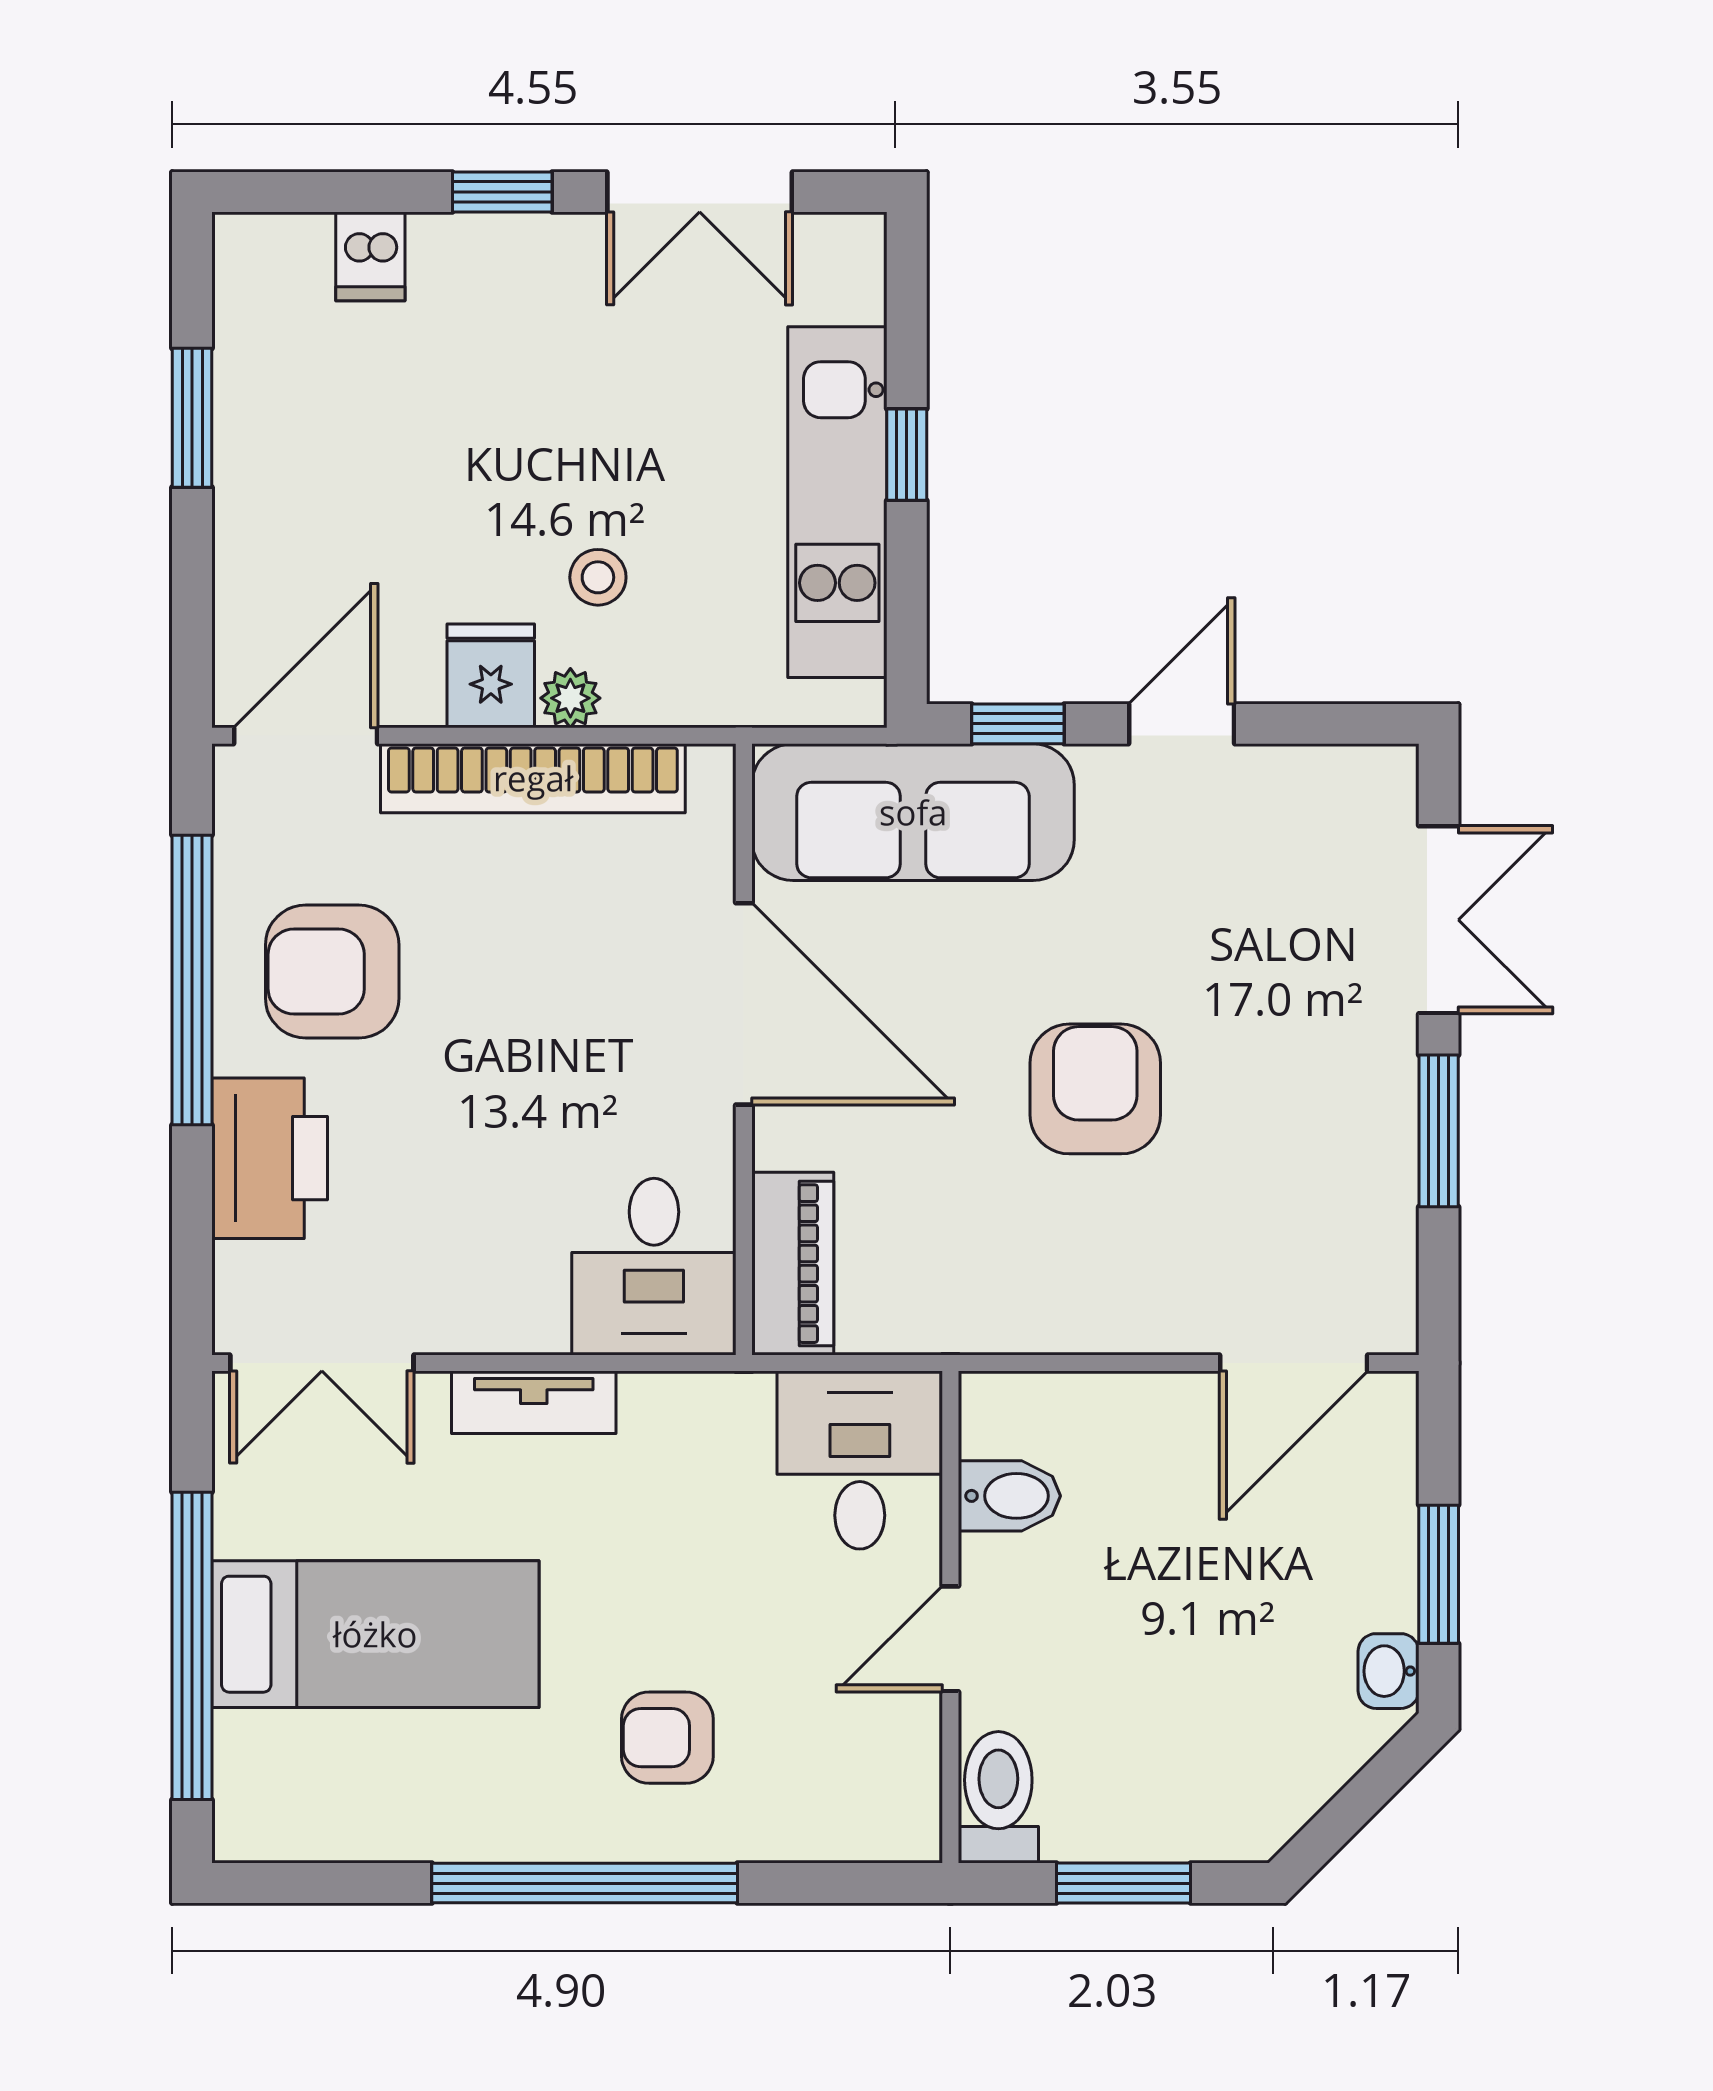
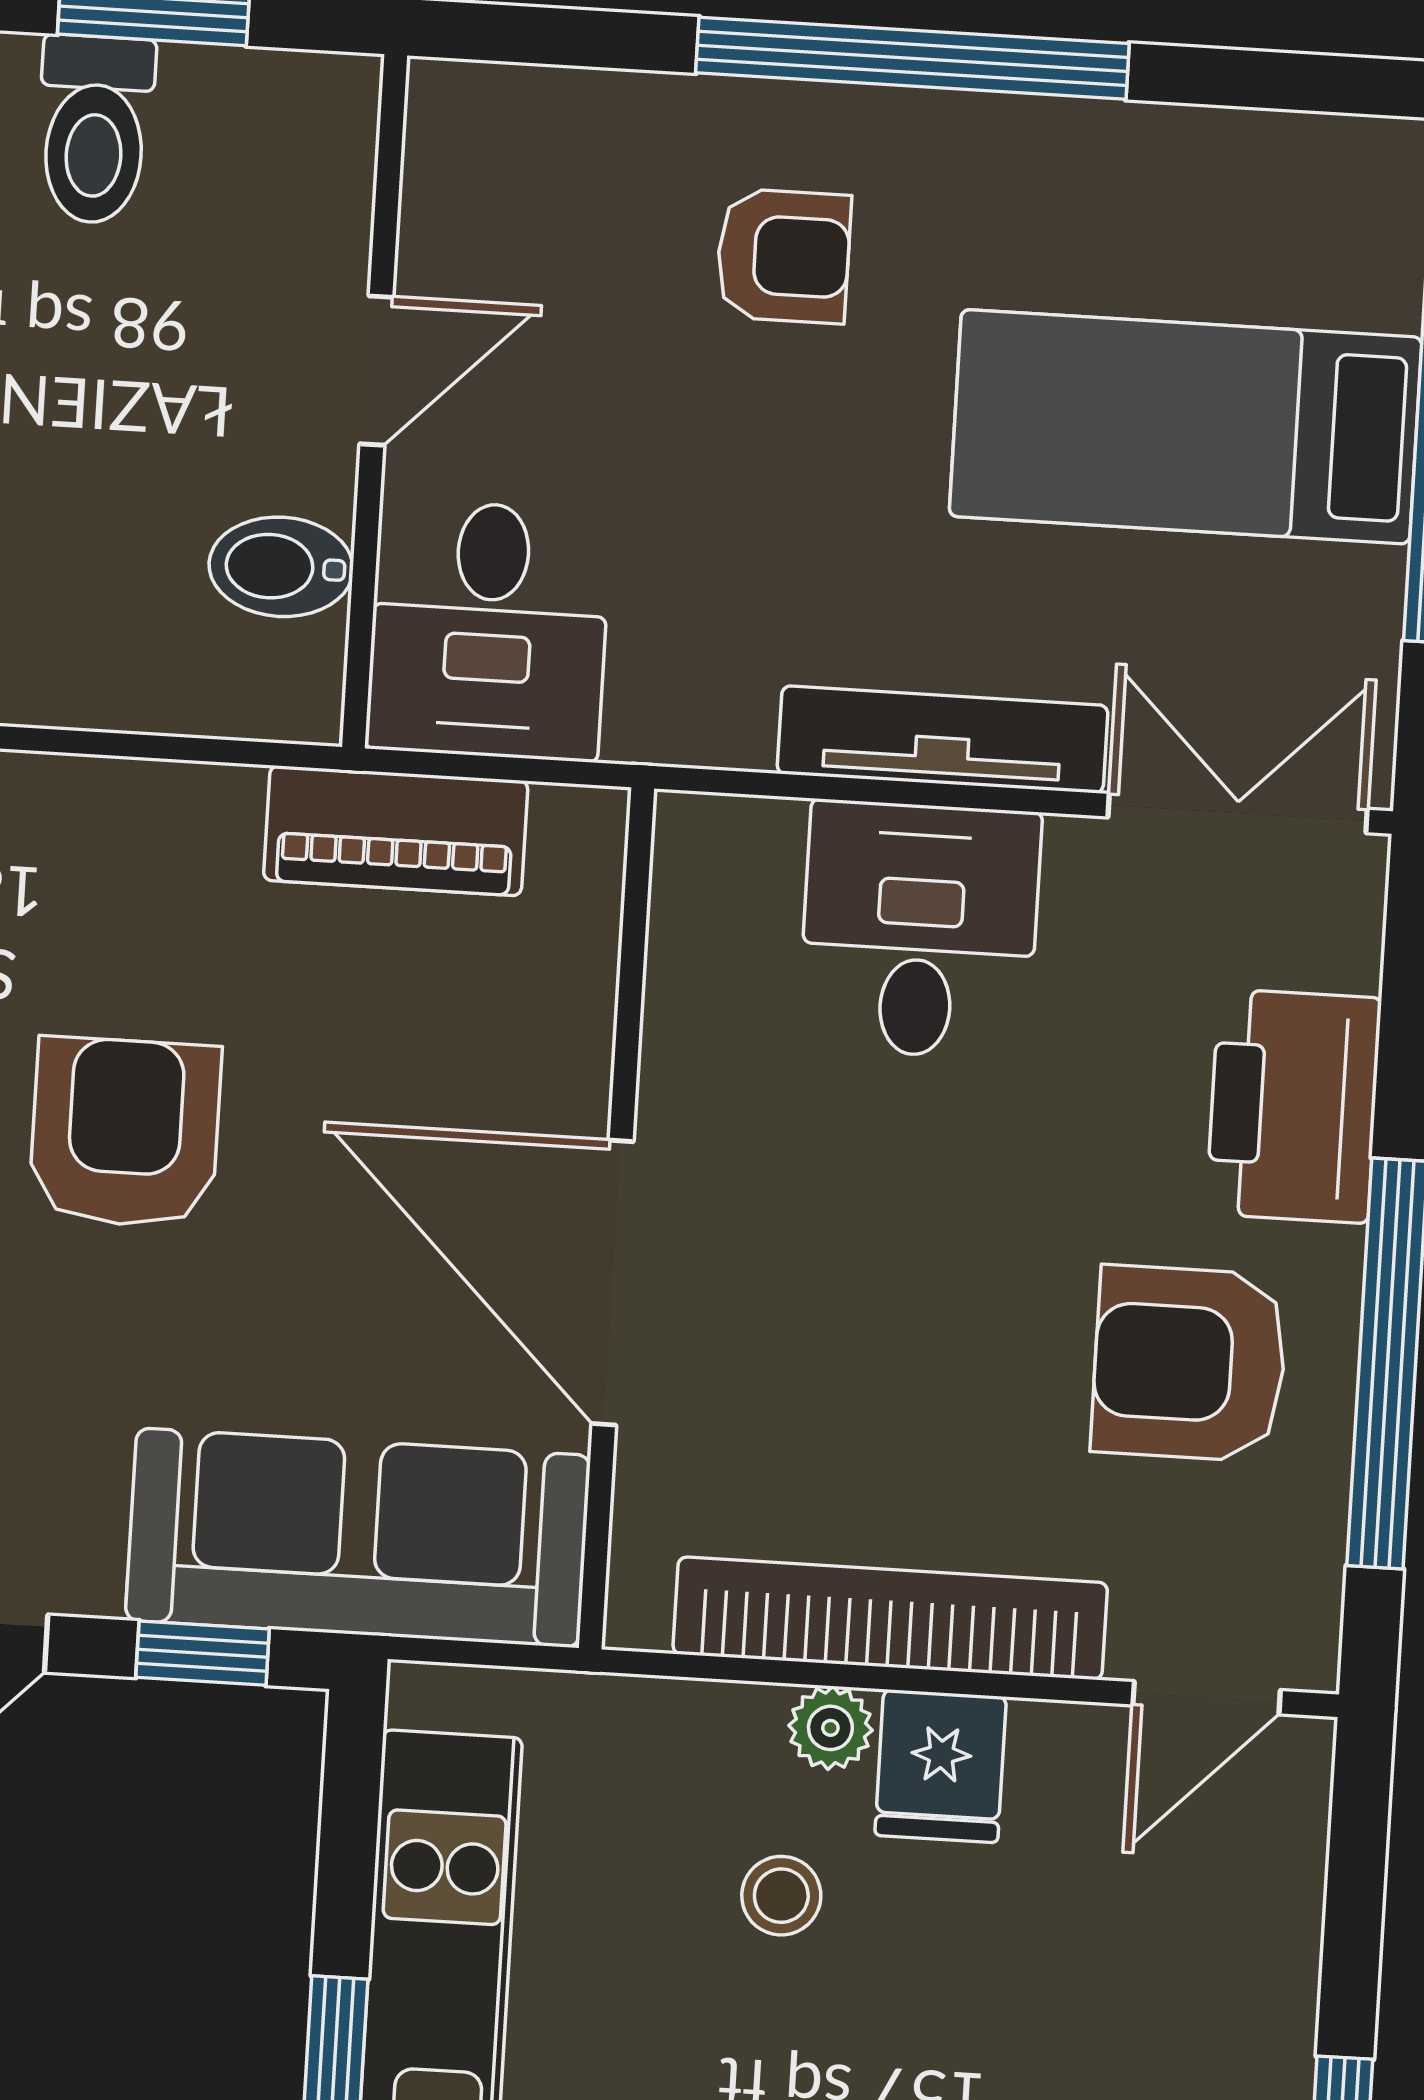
door: (306, 736) -> (1207, 1698), width x0.73
armchair: (332, 972) -> (1189, 1363), turned 180
armchair: (1095, 1089) -> (125, 1132), turned 180
piano: (793, 1264) -> (396, 831), moved, turned -90
desk: (654, 1267) -> (920, 930), moved
tv unit: (534, 1402) -> (943, 740), width x1.41
toilet: (998, 1797) -> (95, 129), moved

